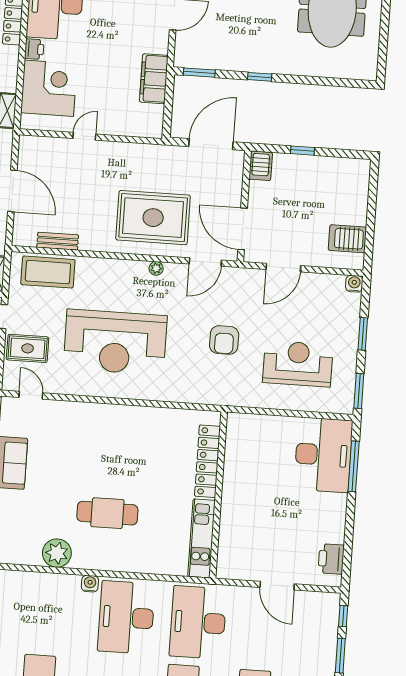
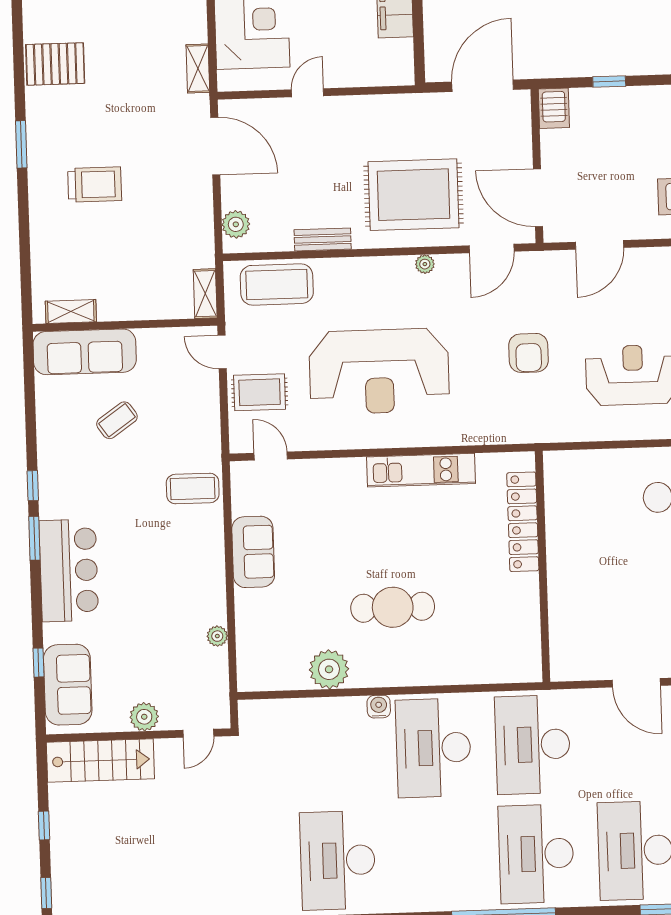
door: (12, 191) -> (215, 146), moved
plant: (23, 226) -> (236, 224), added
bench: (58, 241) -> (323, 239), moved
kitchen unit: (201, 538) -> (421, 470), moved, turned -90

